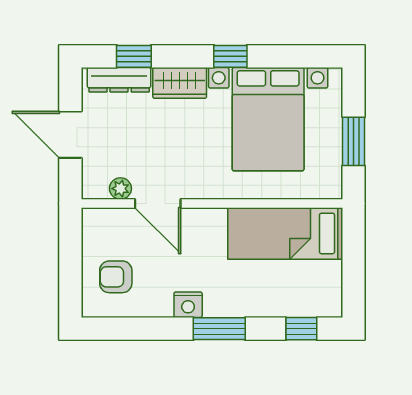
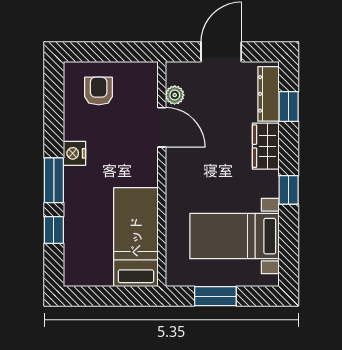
bed with nightstands: (268, 119) -> (235, 236), width x0.73
door: (158, 204) -> (162, 127), swing flipped
window: (301, 329) -> (54, 230), moved

